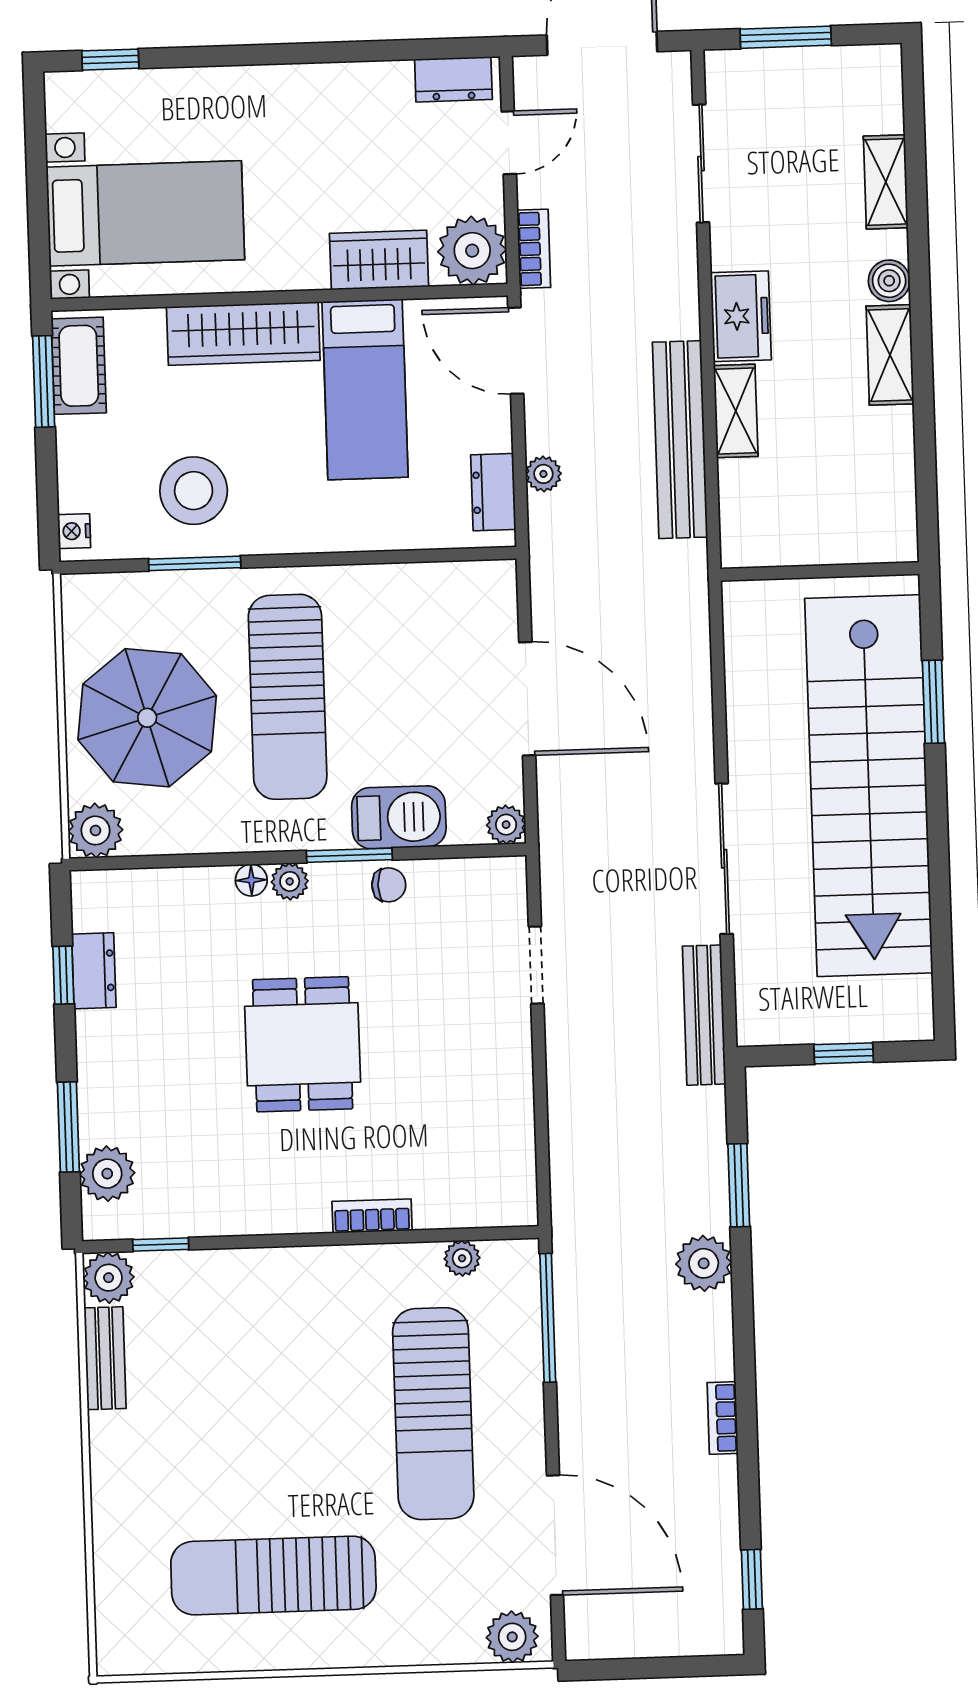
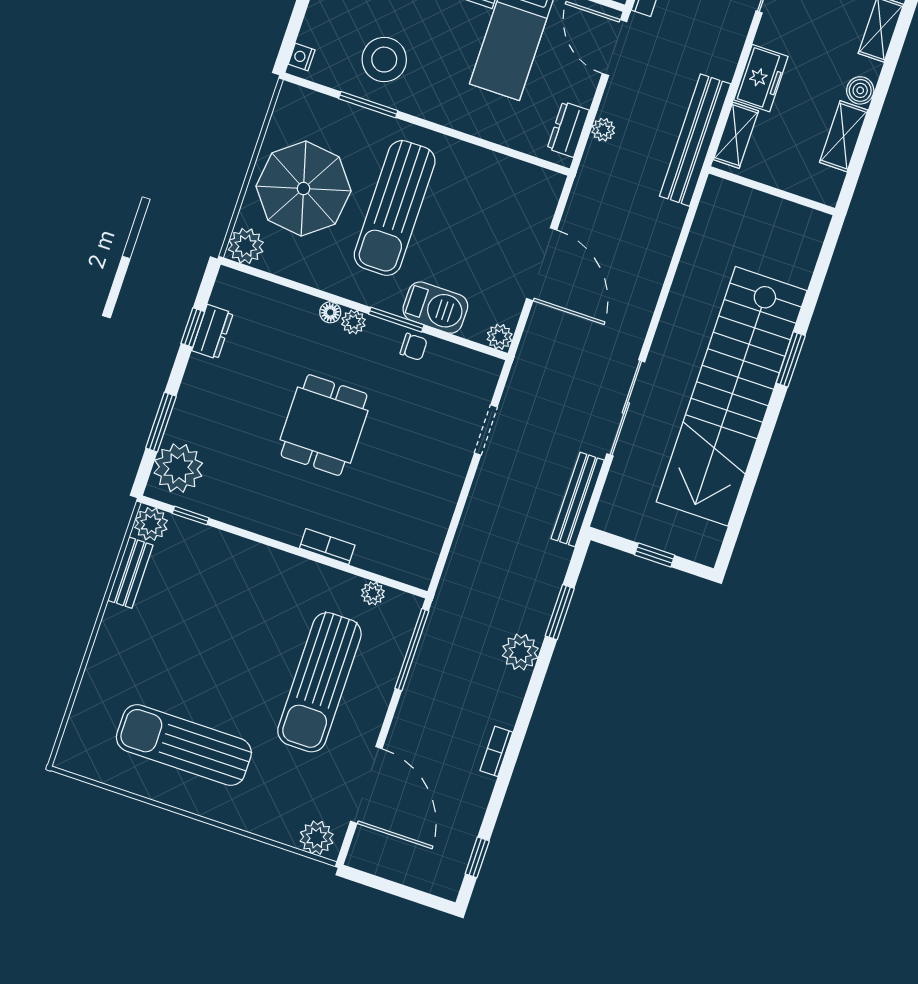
wall: (820, 571) -> (772, 191), moved
plant: (107, 1174) -> (178, 468), width x1.36, depth x1.36

